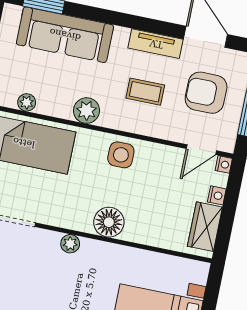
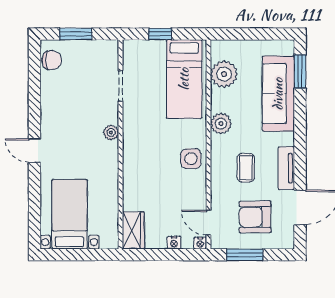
armchair: (206, 93) -> (255, 217), turned -90
plant: (27, 102) -> (224, 74), width x1.88, depth x1.88
floor lamp: (109, 222) -> (135, 160), removed
wardrobe: (205, 227) -> (133, 230), moved, turned 90

